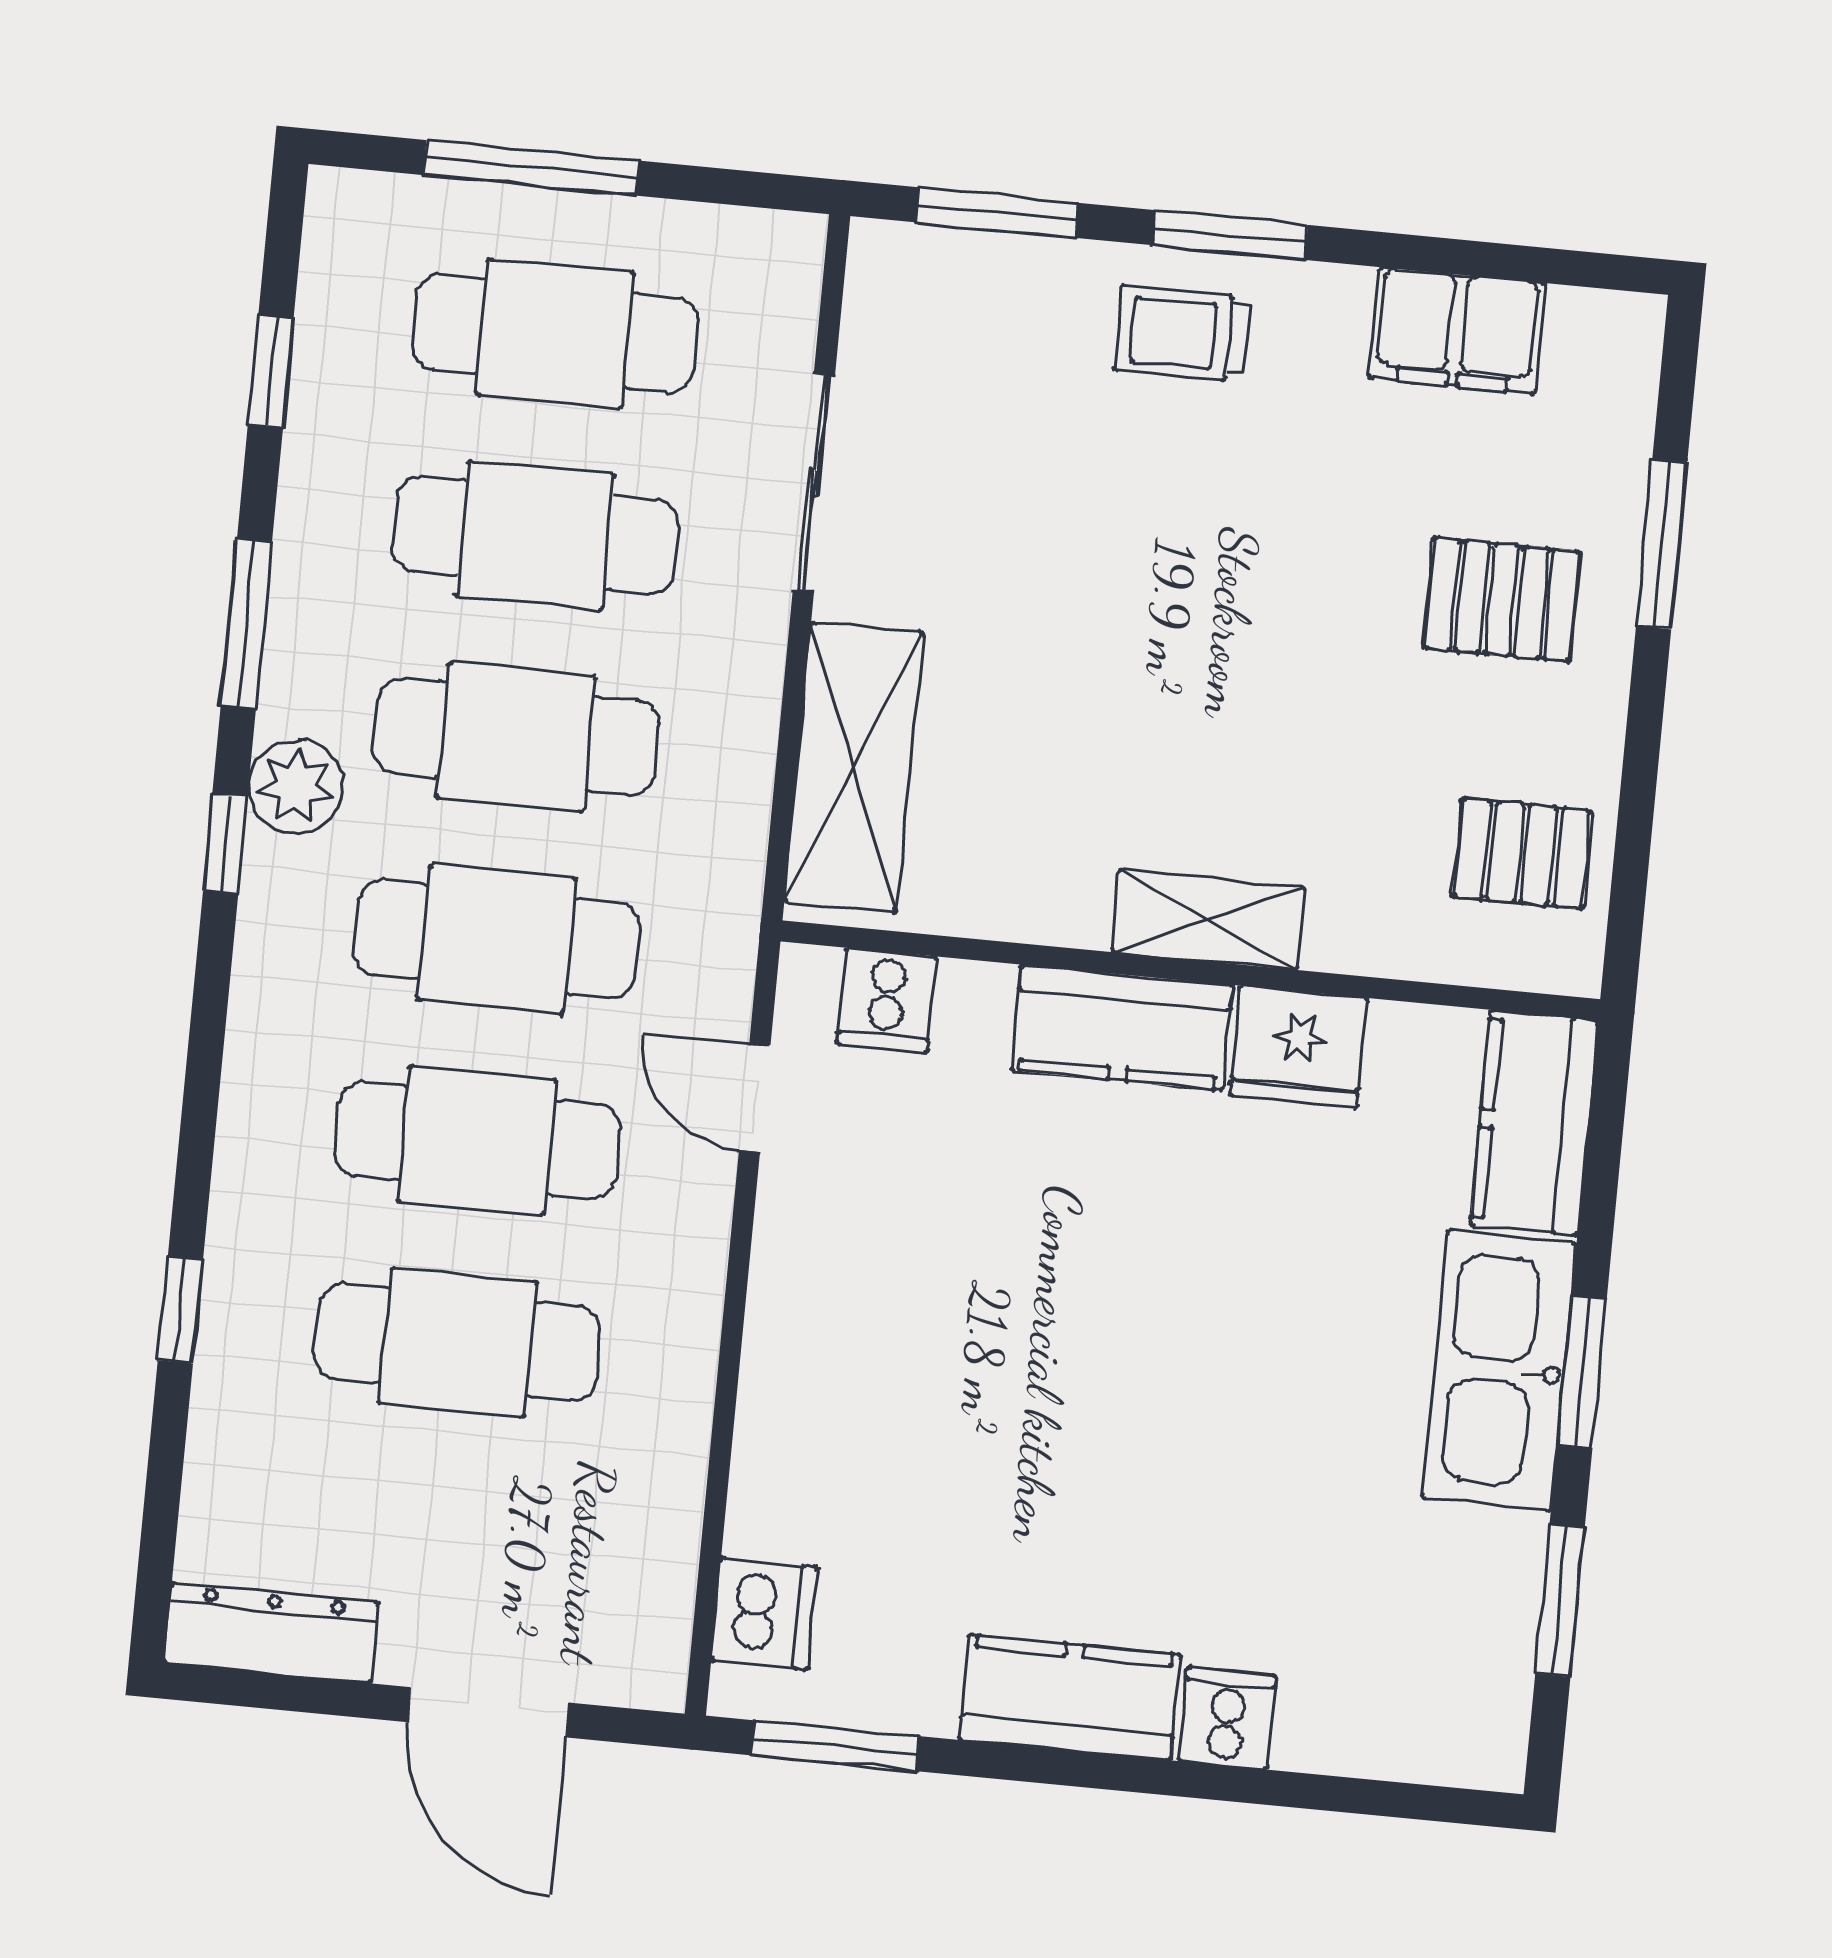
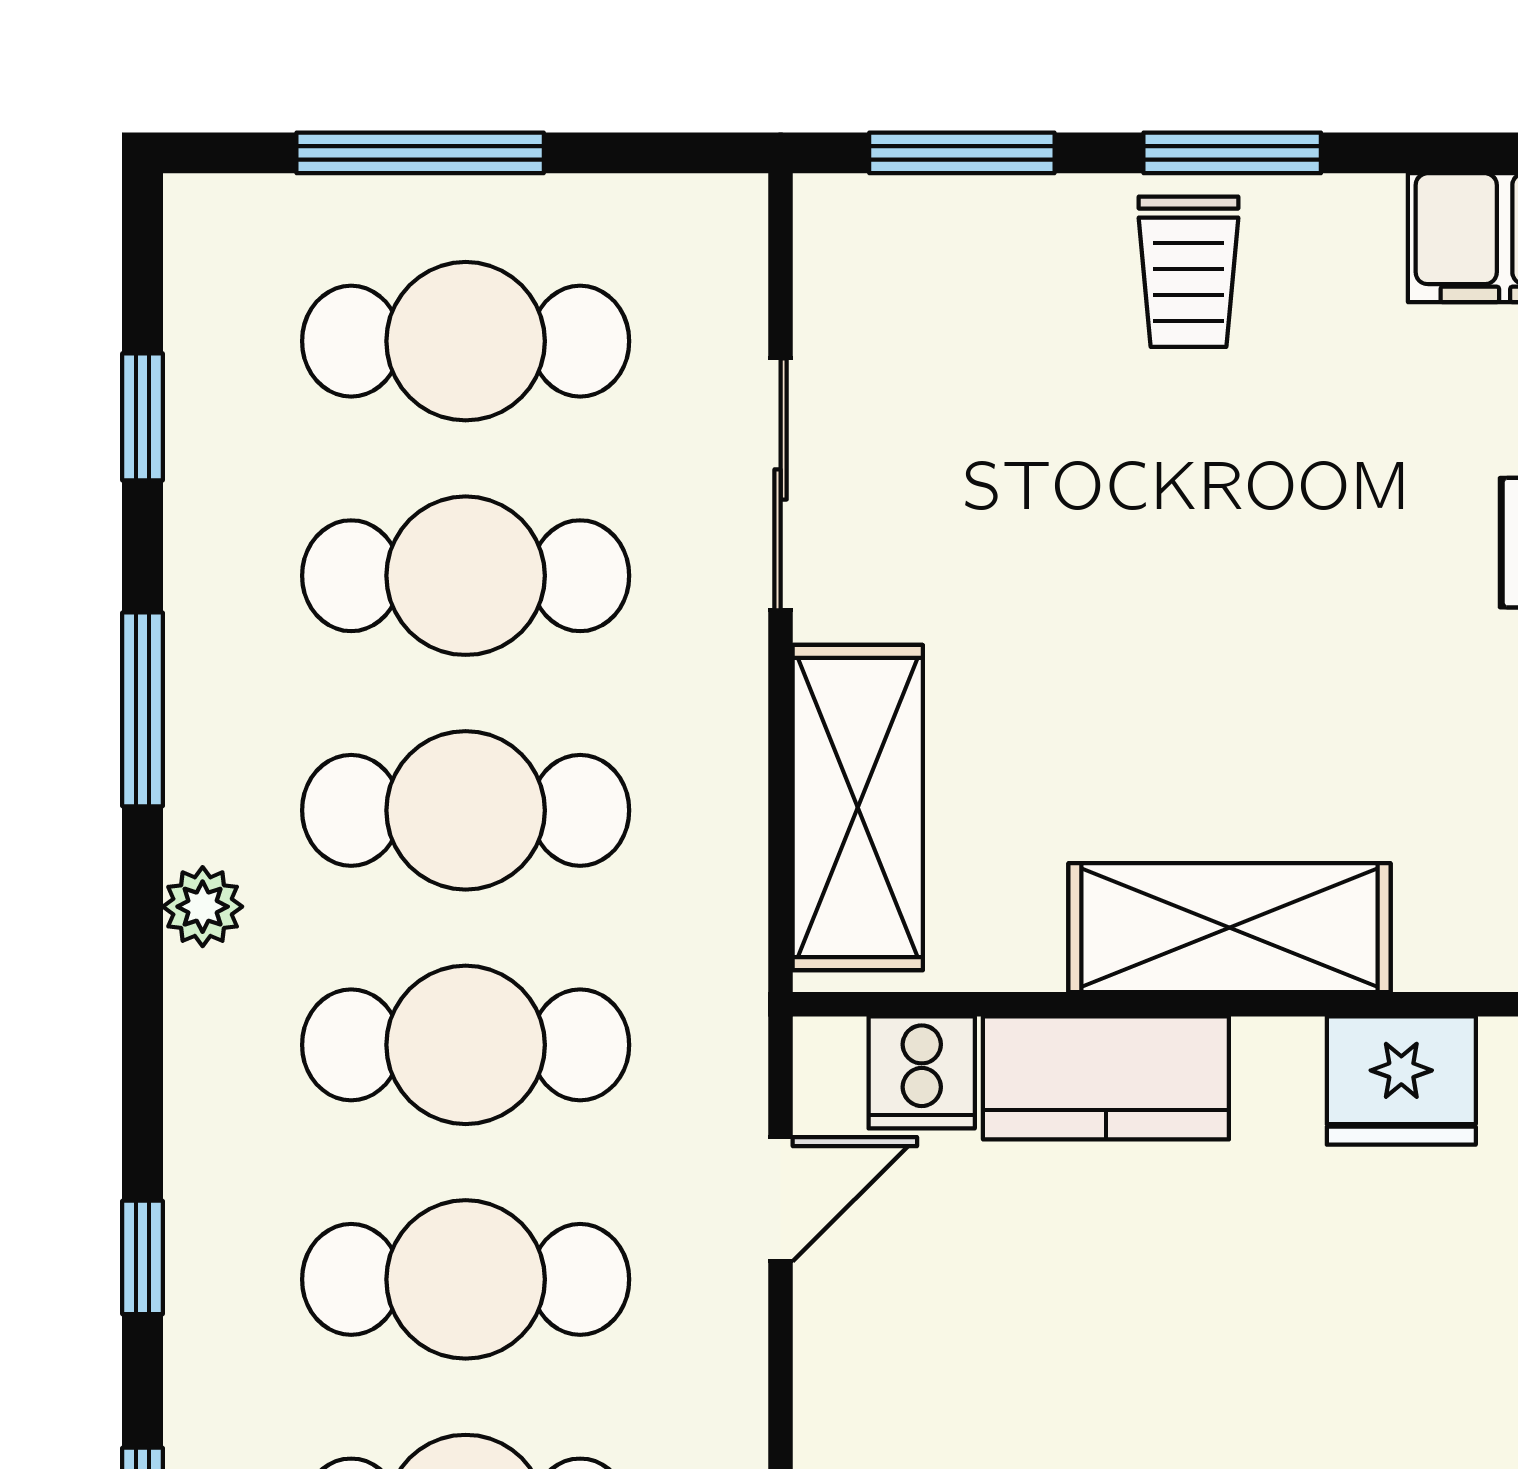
trolley: (1182, 334) -> (1189, 272), turned -90
plant: (296, 787) -> (203, 907), width x0.73, depth x0.73
window: (225, 844) -> (143, 1257), moved
shelving: (1208, 919) -> (1230, 928), width x1.50, depth x1.33
kitchen counter: (1122, 1028) -> (1106, 1078), moved
door: (755, 1098) -> (781, 1199), swing flipped

